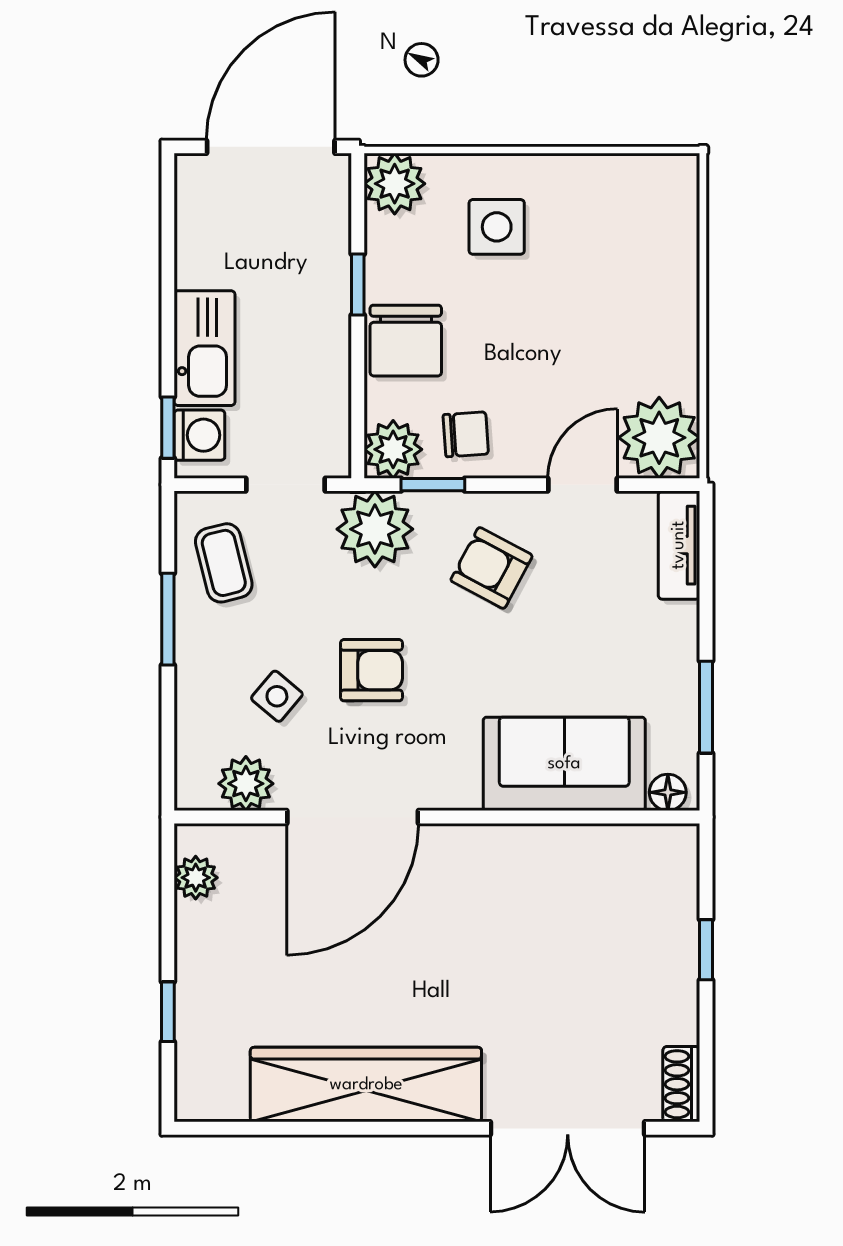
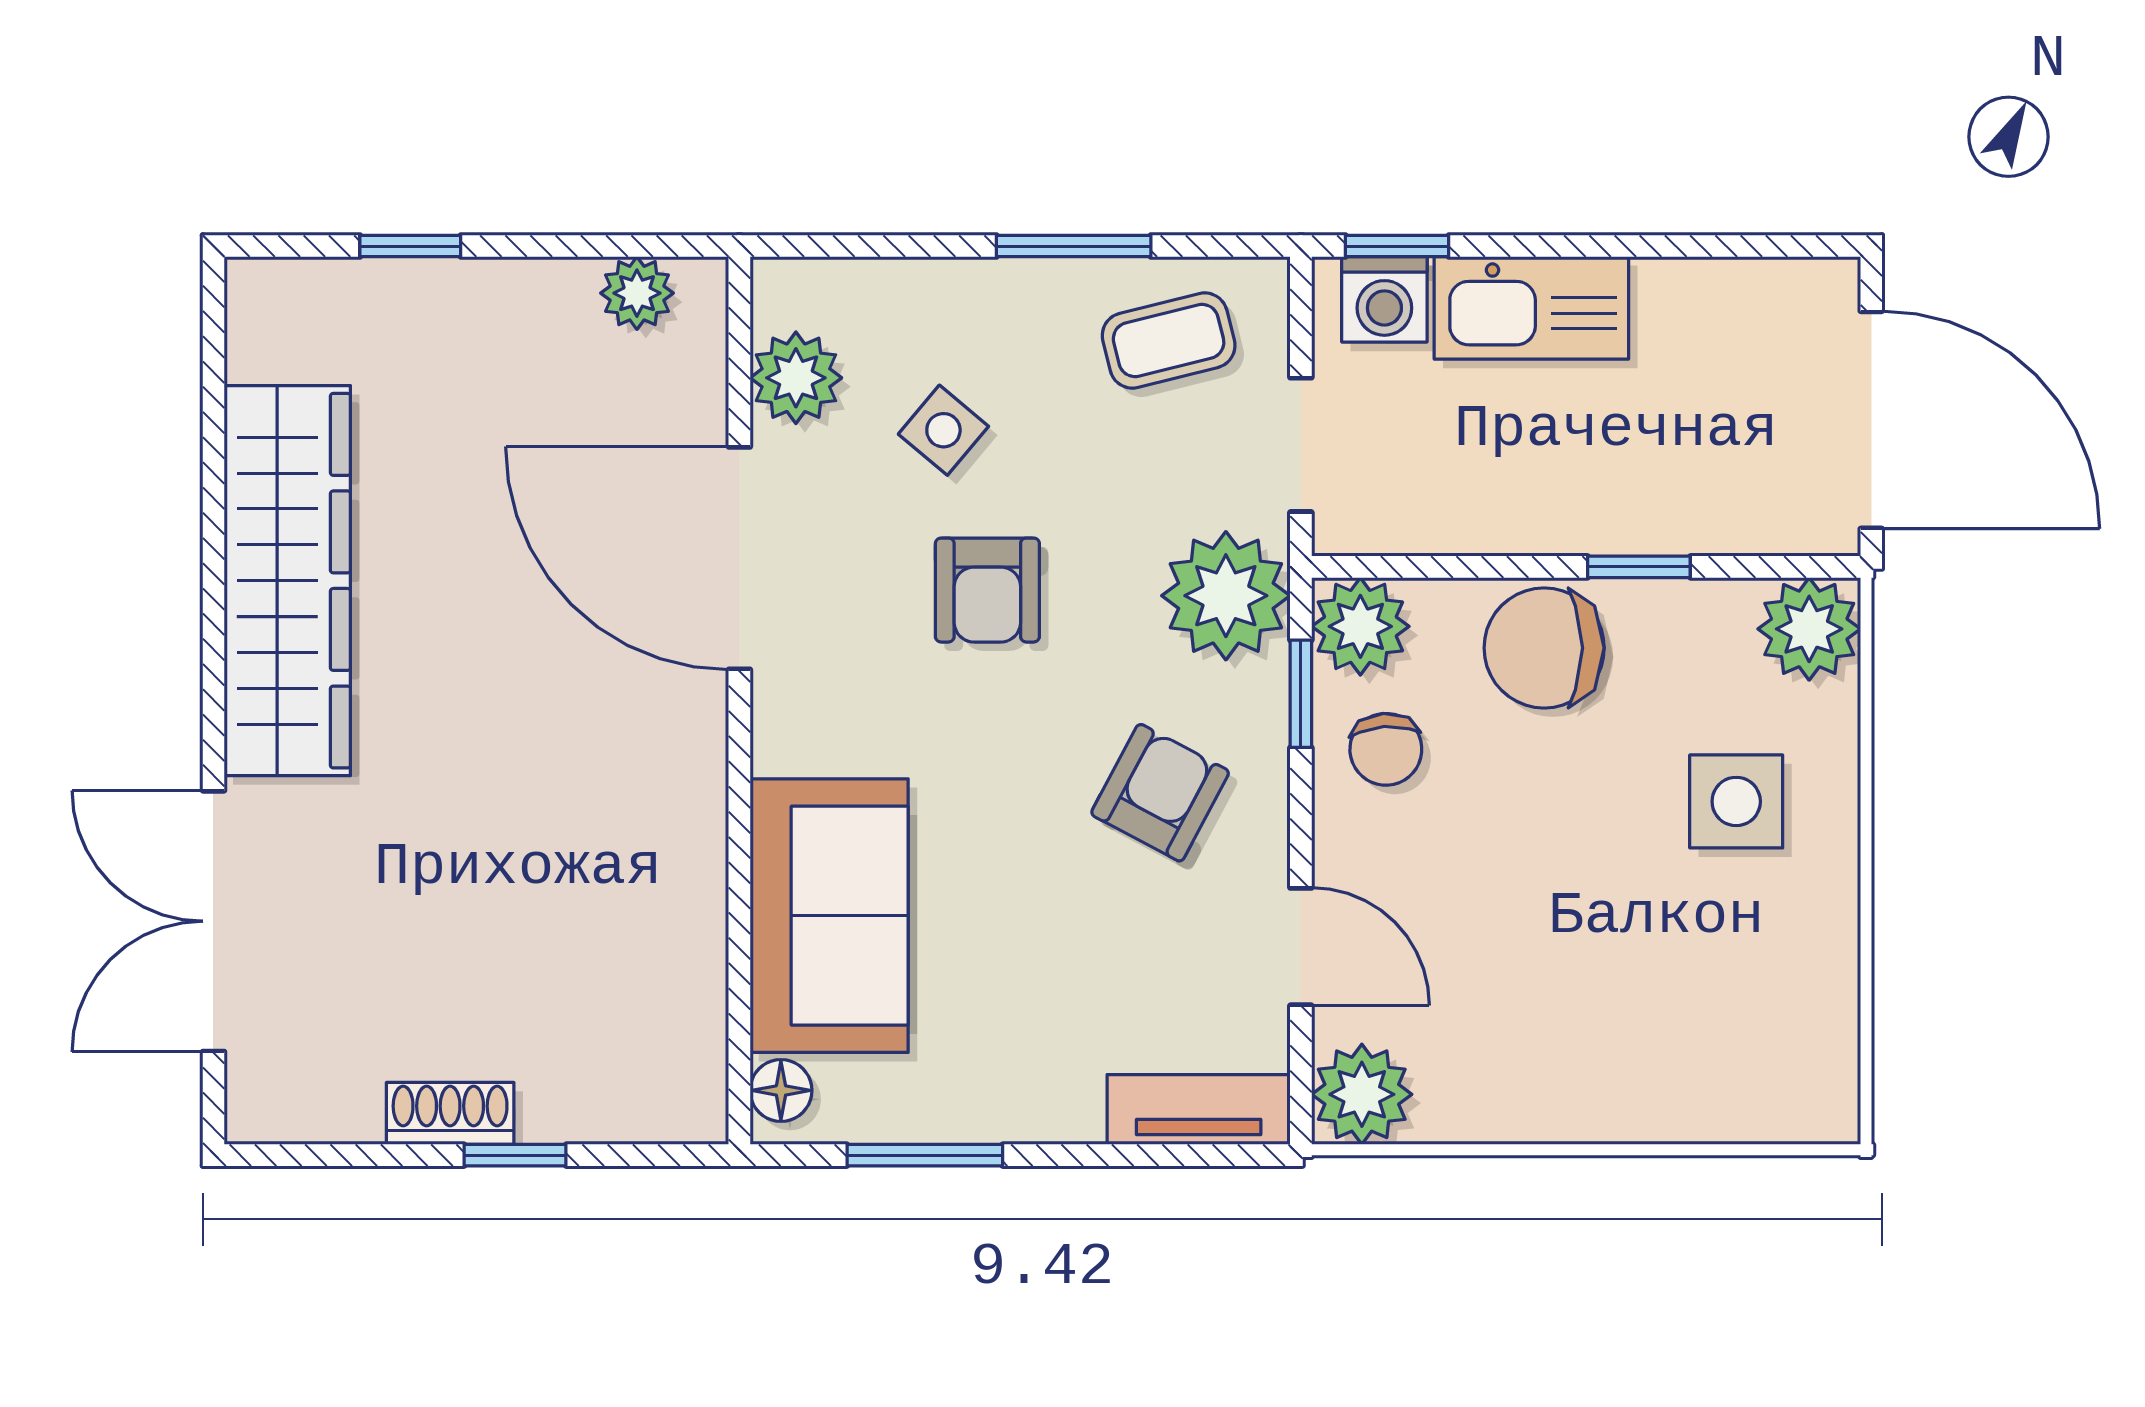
plant: (659, 438) -> (1362, 1094), width x0.73, depth x0.73
shoe rack: (681, 1084) -> (450, 1113), moved

